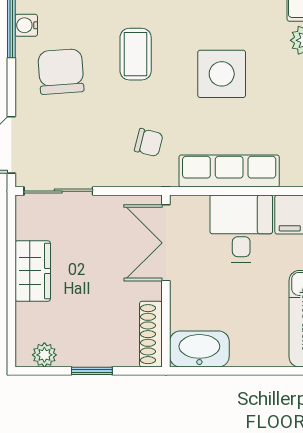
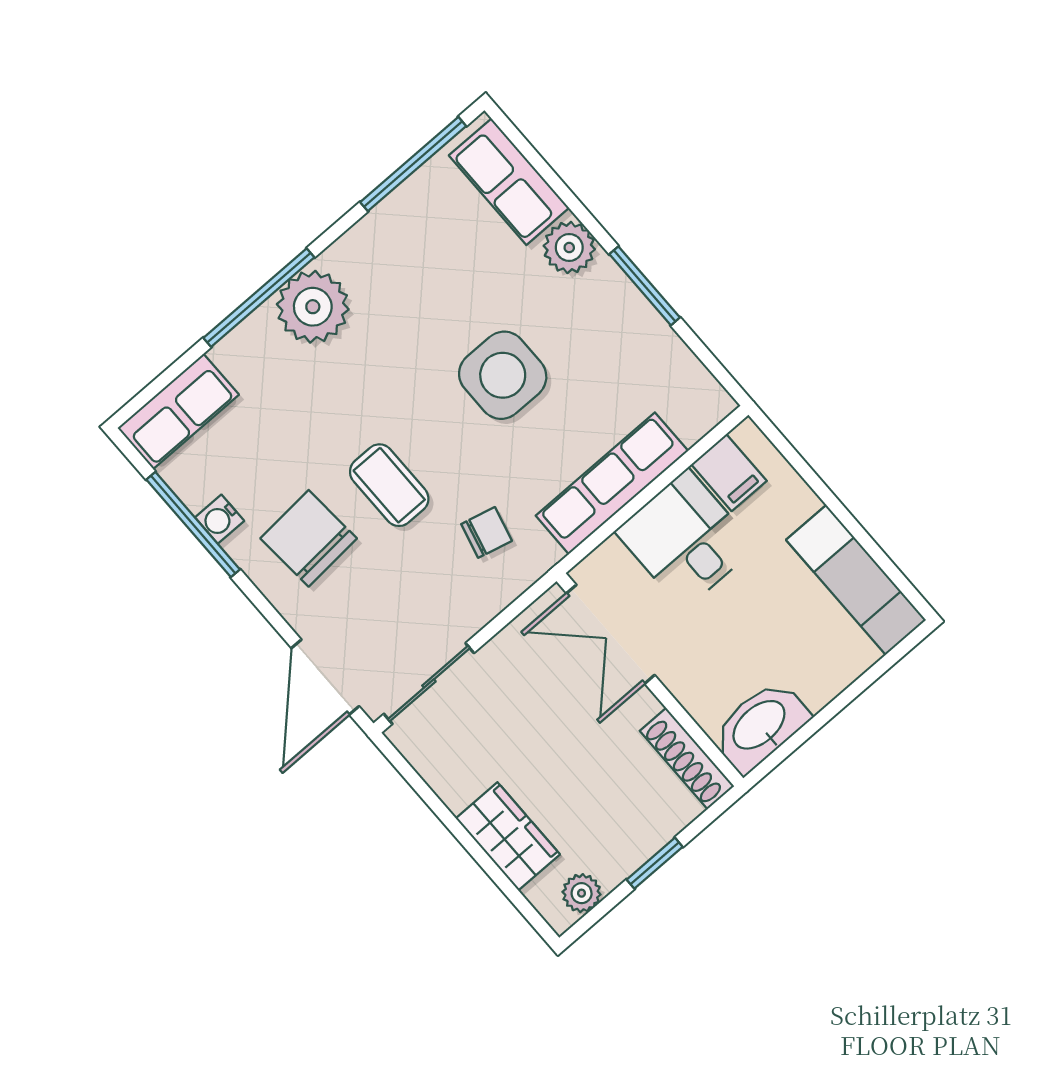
coffee table: (136, 54) -> (389, 485), moved
wardrobe: (33, 271) -> (508, 836), moved

